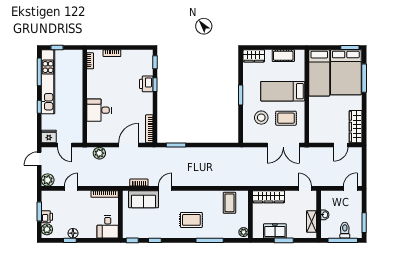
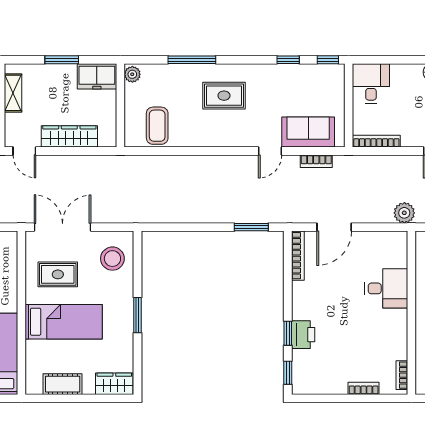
stool: (261, 118) -> (112, 259), moved
plant: (99, 153) -> (404, 213), moved
wardrobe: (269, 197) -> (69, 136), moved
freezer: (275, 231) -> (97, 76), moved

